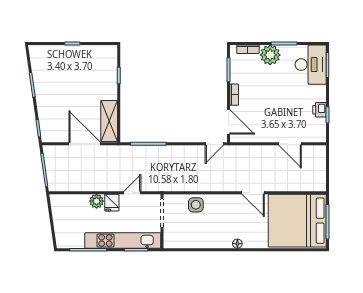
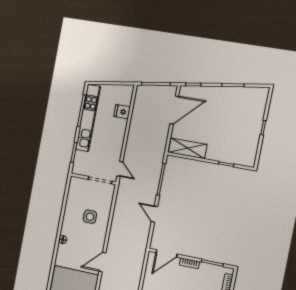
door: (85, 144) -> (174, 110), moved
door: (214, 144) -> (154, 214), moved
door: (132, 193) -> (120, 169), moved
plant: (97, 201) -> (121, 125), removed
fridge: (112, 203) -> (122, 112), moved
side table: (196, 205) -> (90, 217), moved
kitchen unit: (123, 241) -> (88, 118), moved

